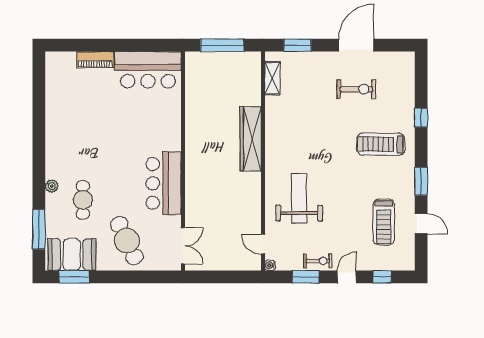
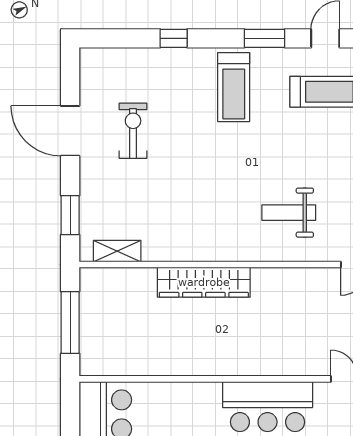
treadmill: (381, 144) -> (234, 87), moved
weight bench: (299, 198) -> (289, 213), width x0.73, depth x0.75

